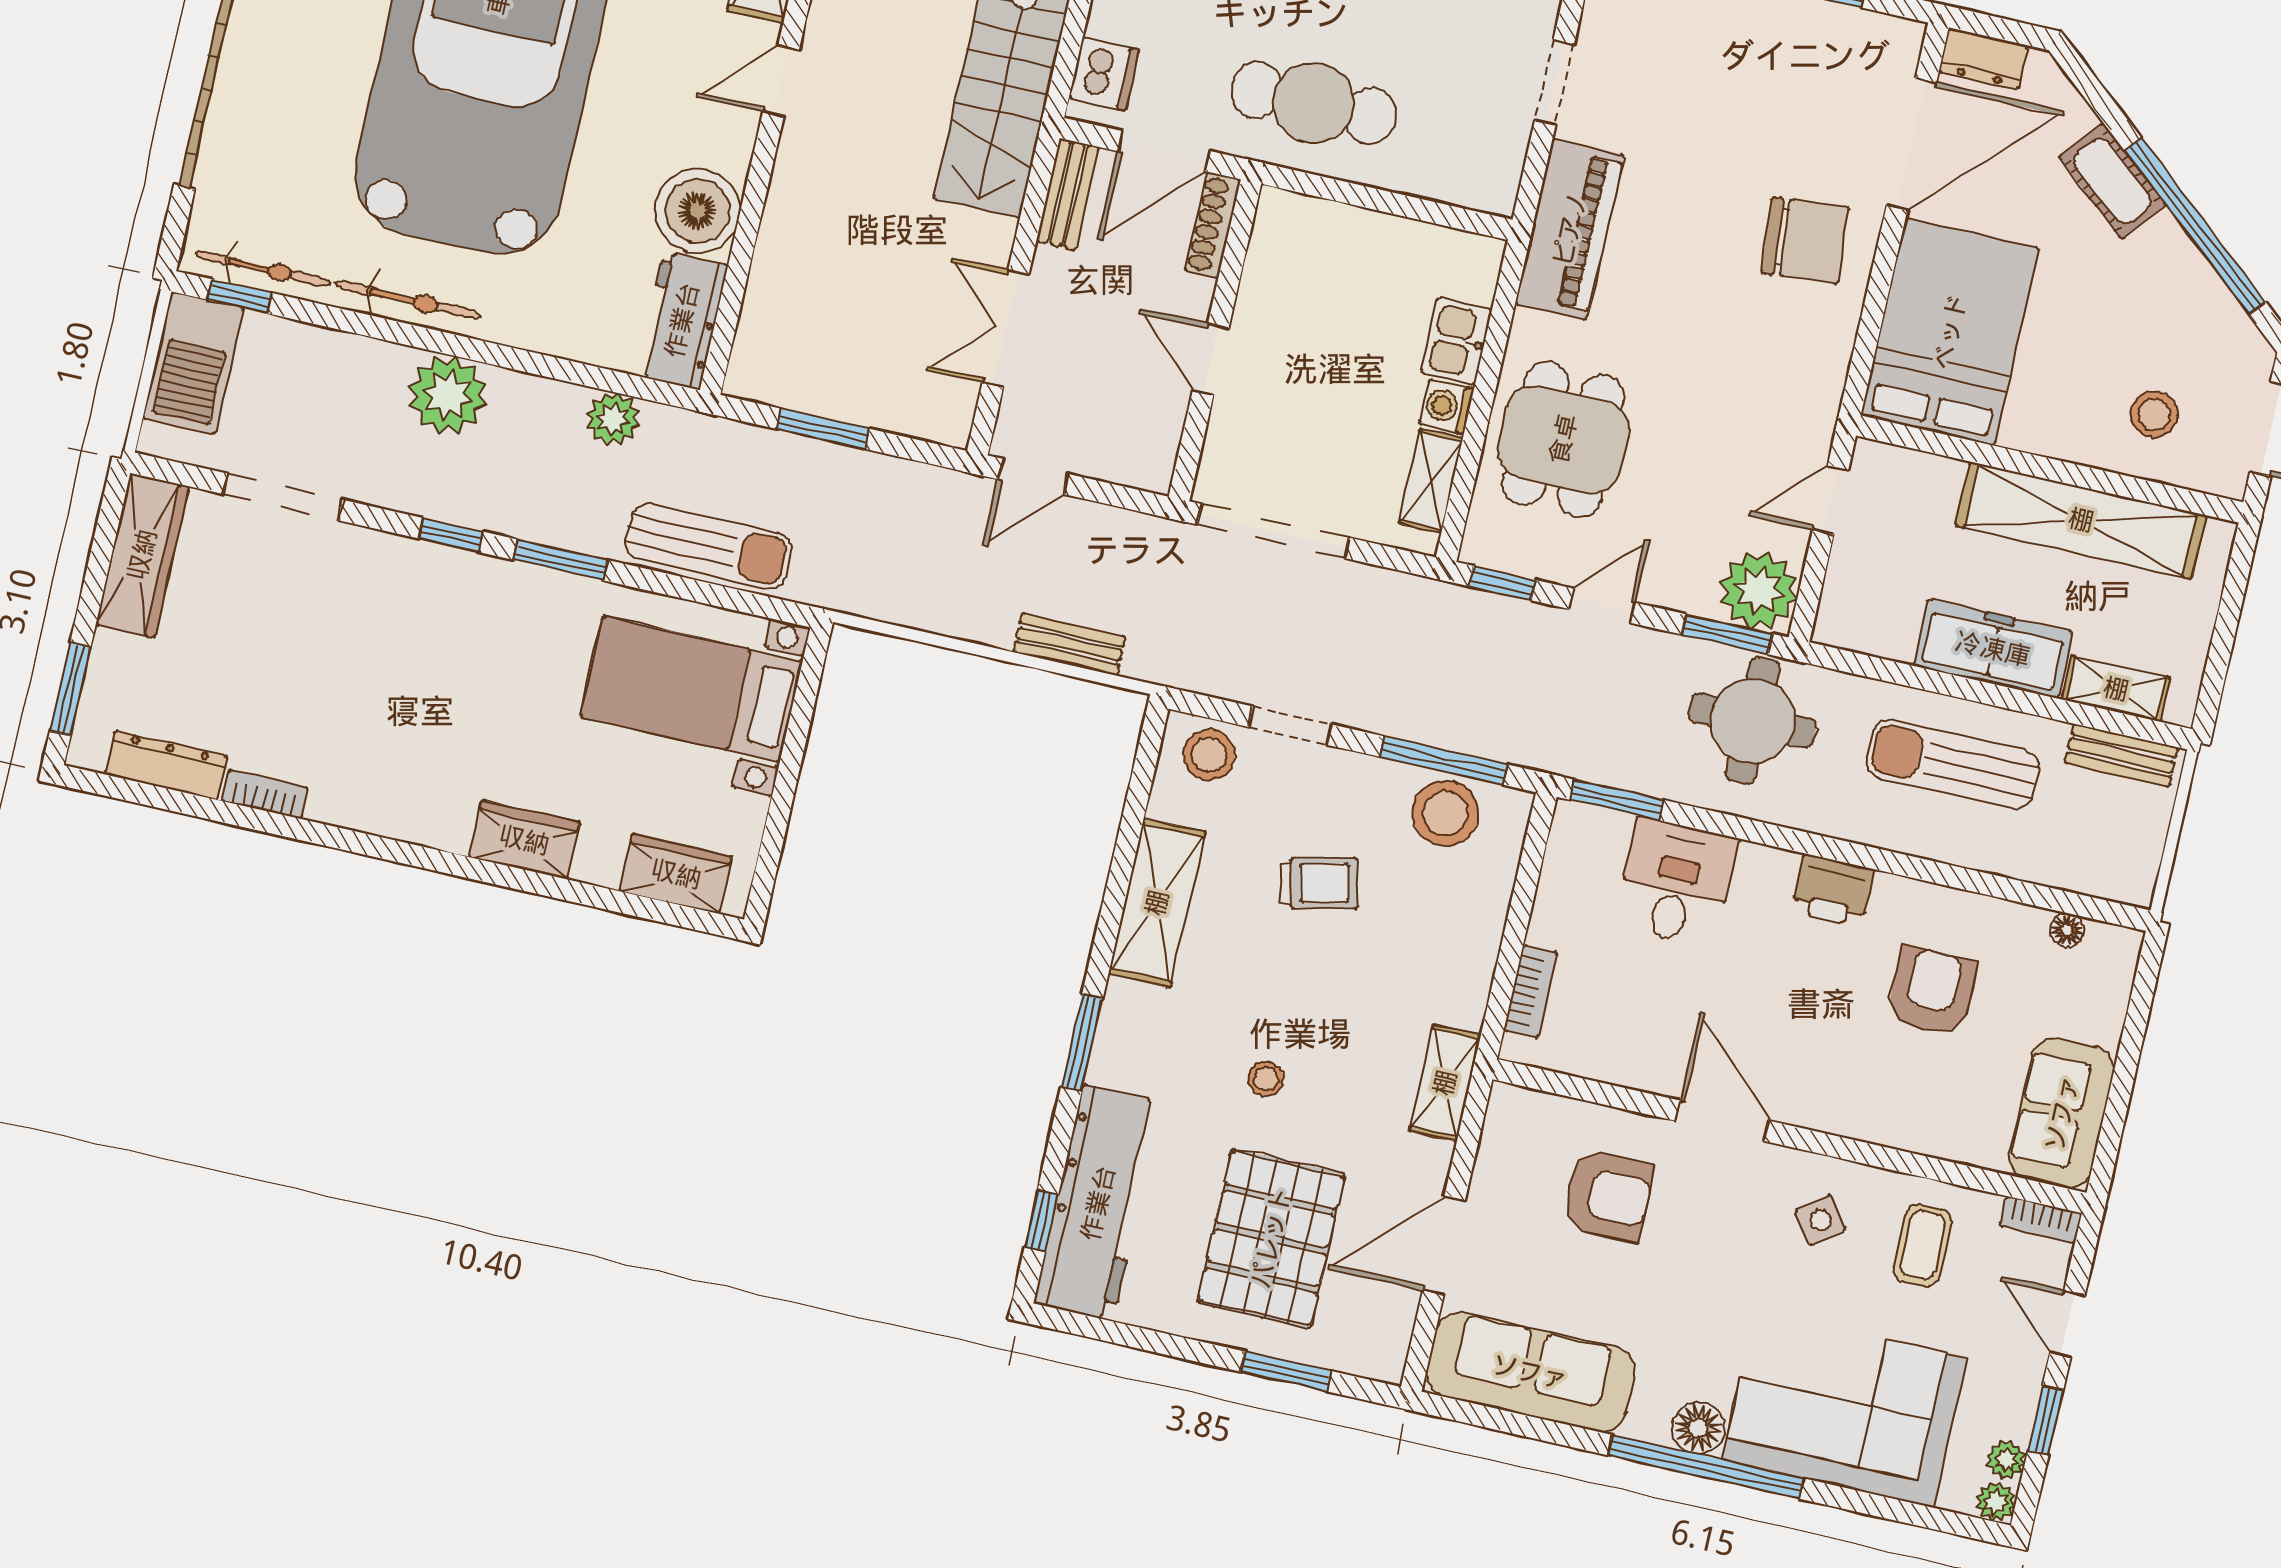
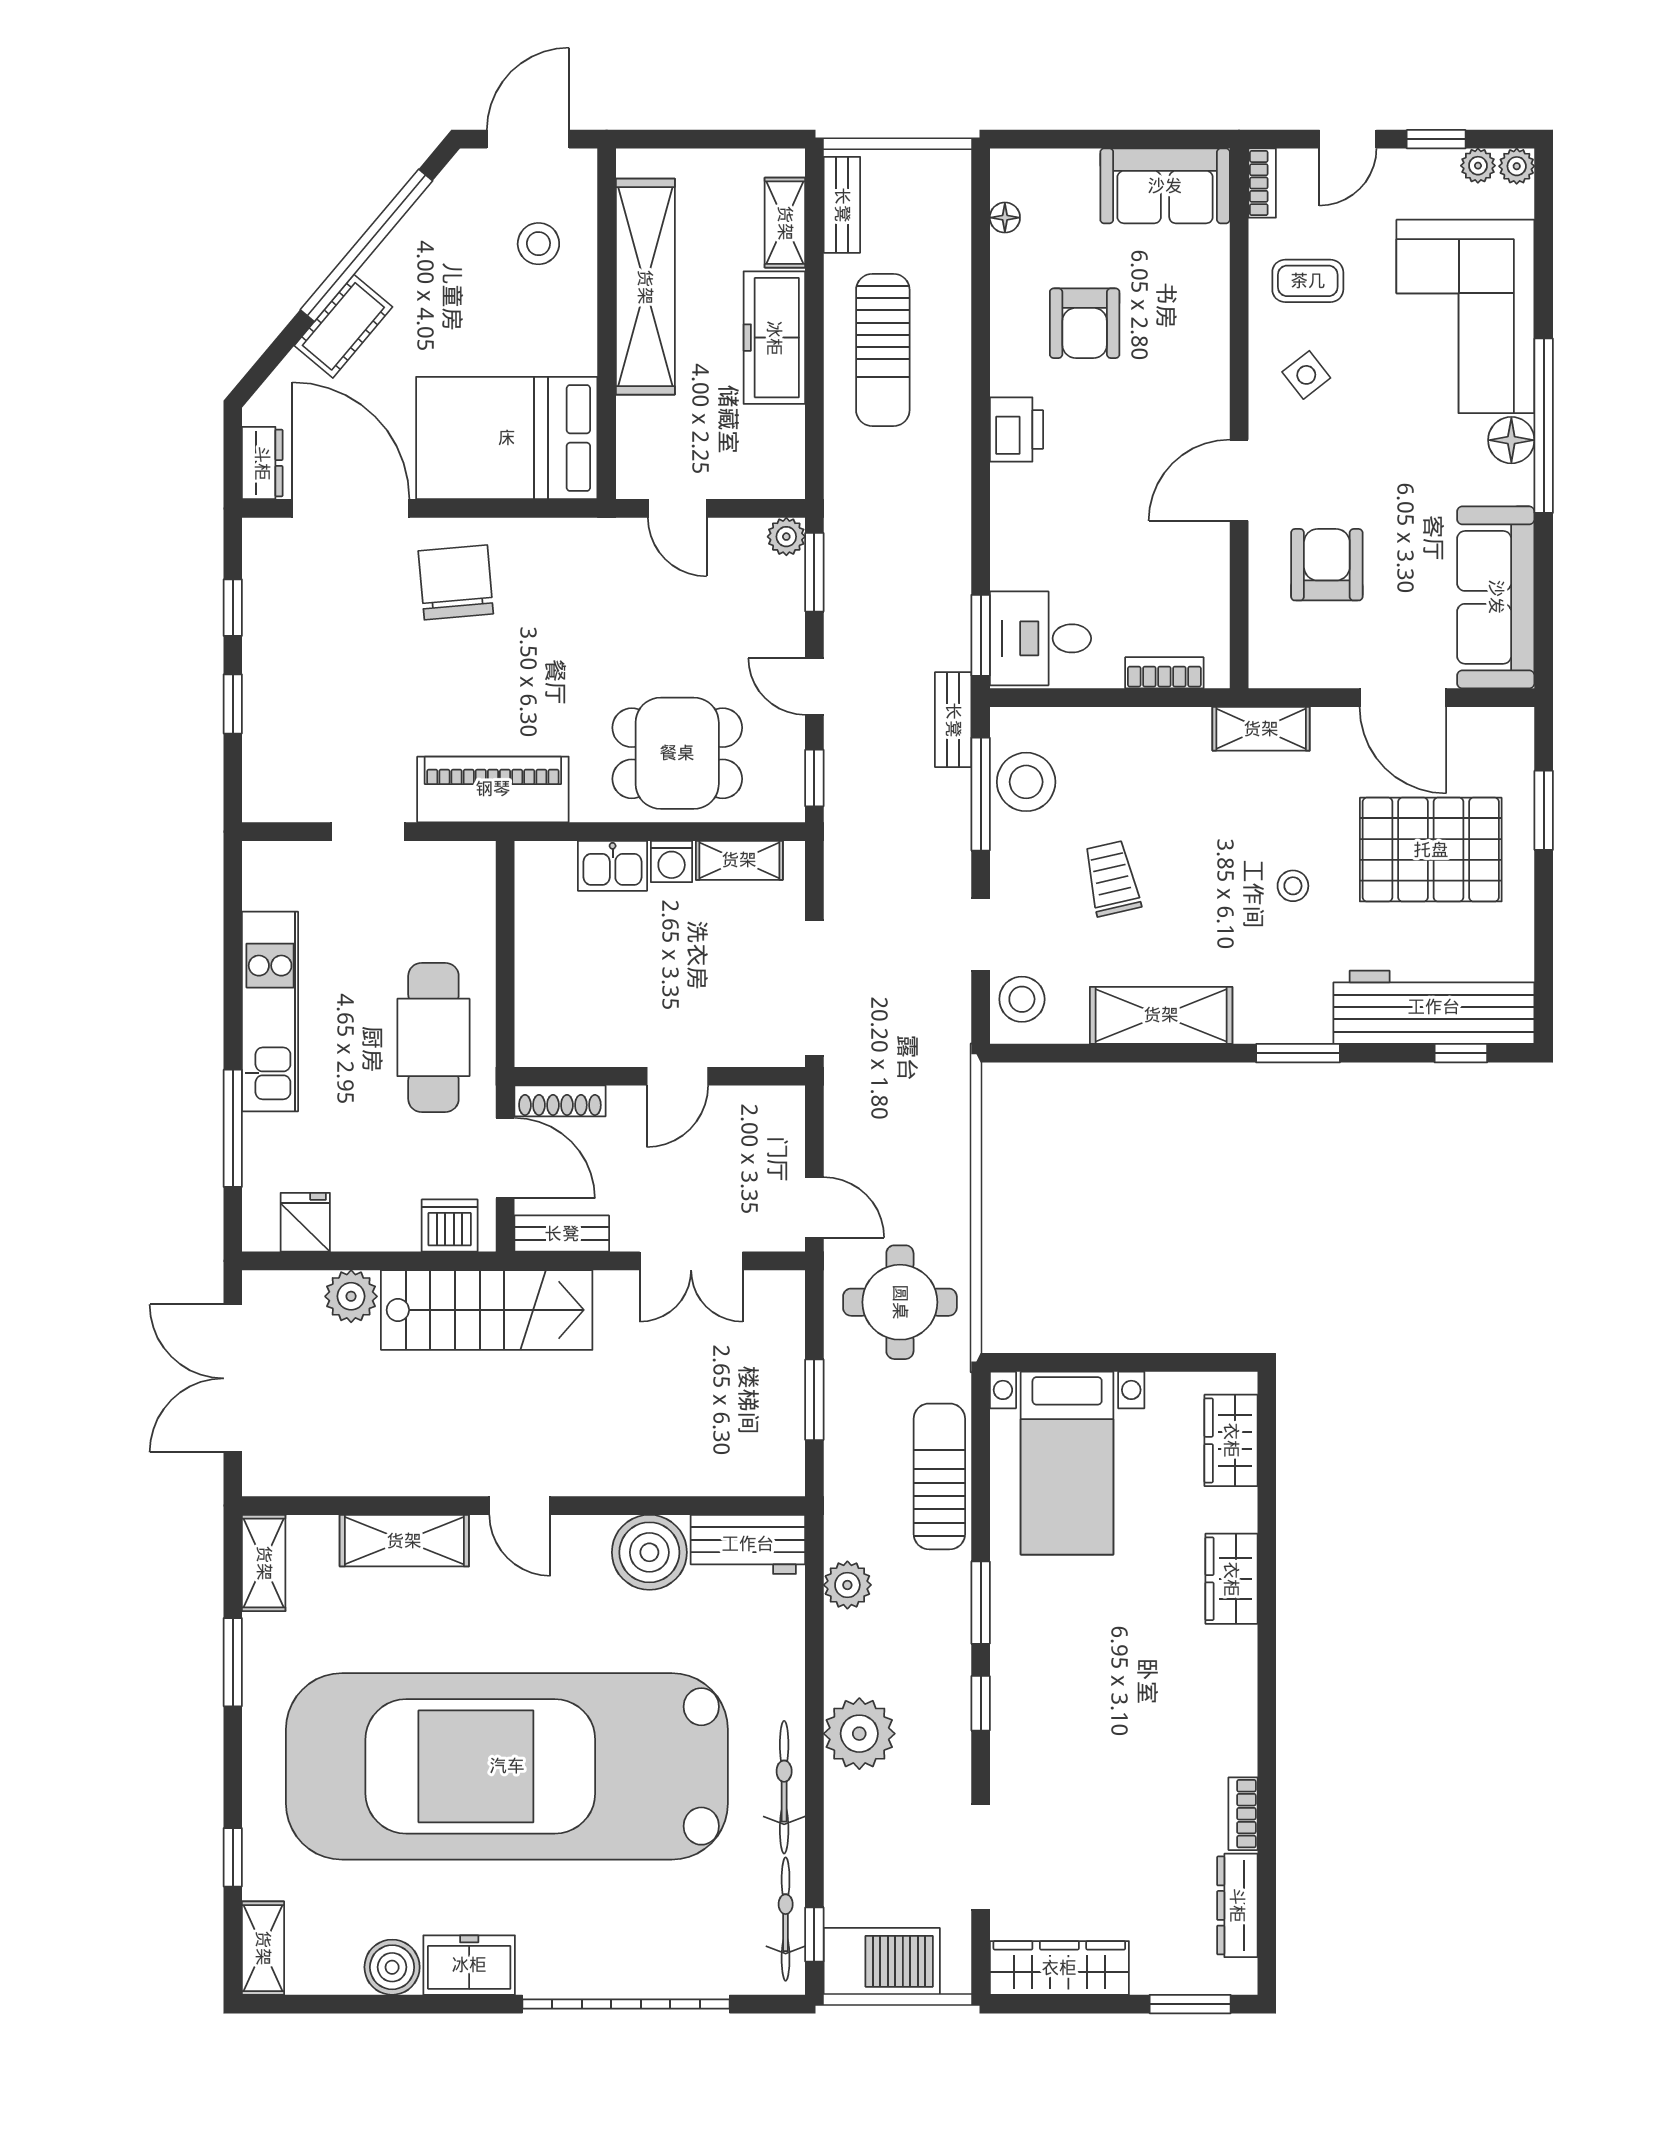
plant: (1759, 590) -> (786, 537), width x0.53, depth x0.53
bench: (1069, 644) -> (953, 720), moved
round table: (1752, 721) -> (900, 1302), moved
desk: (1676, 882) -> (1040, 638), moved
armchair: (1932, 991) -> (1085, 323), turned -90

